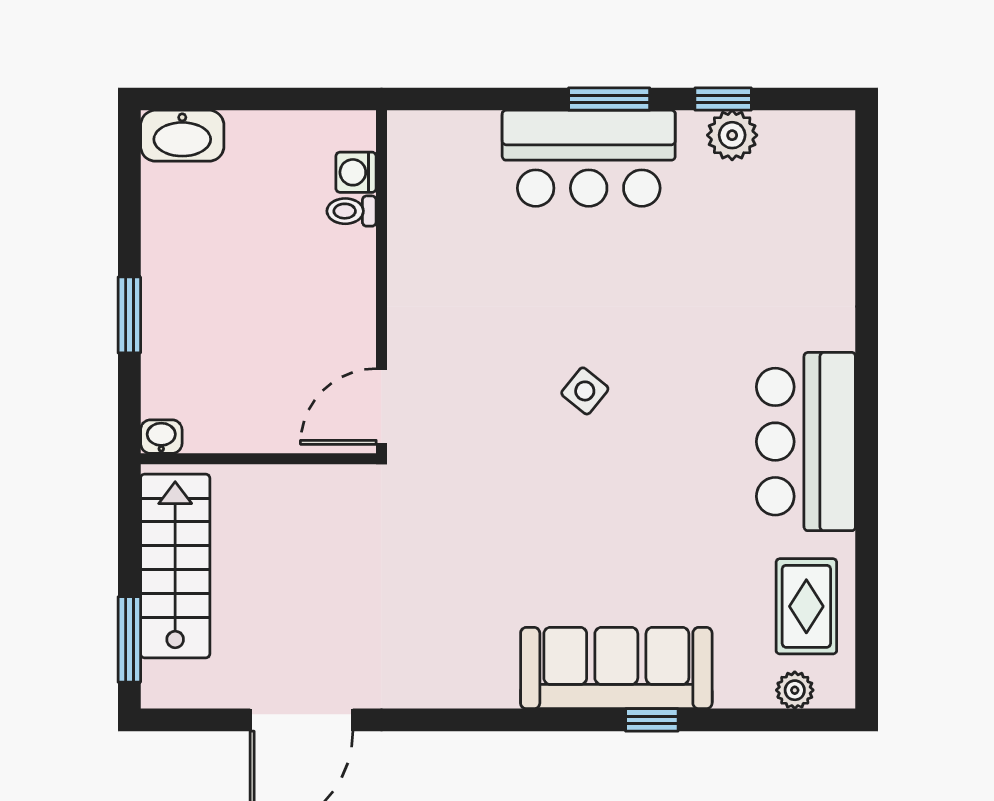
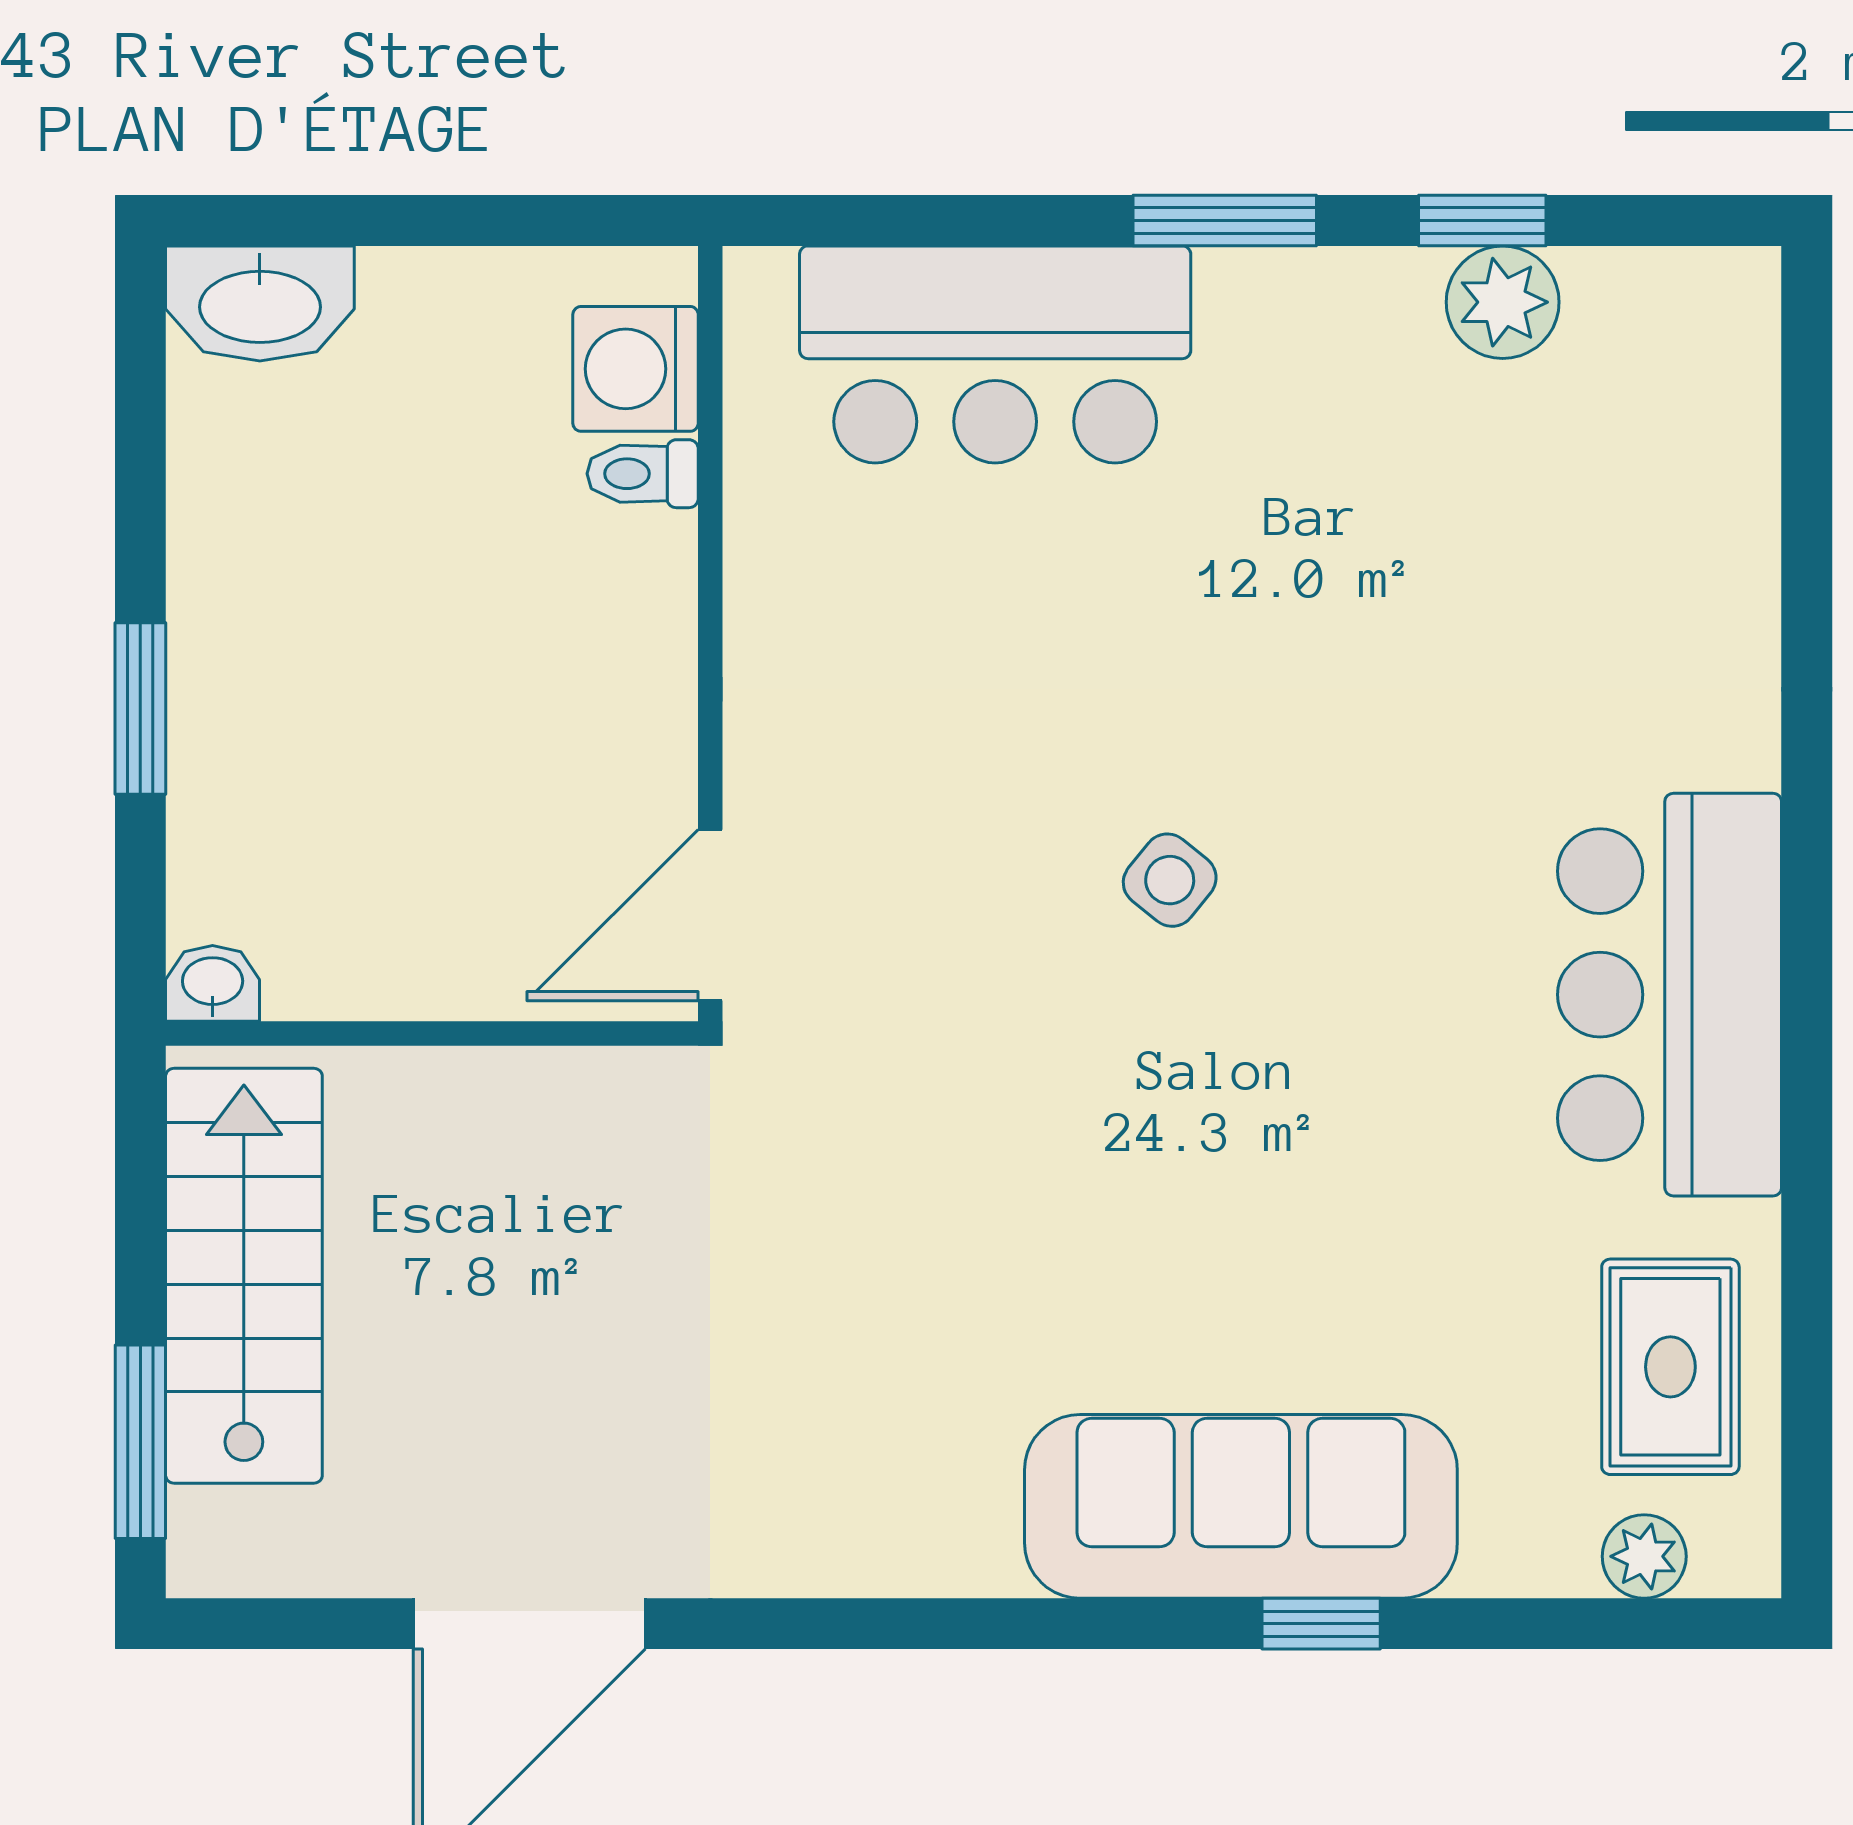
bar counter: (589, 158) -> (995, 354), moved
washing machine: (356, 172) -> (636, 369), width x1.38, depth x1.38

